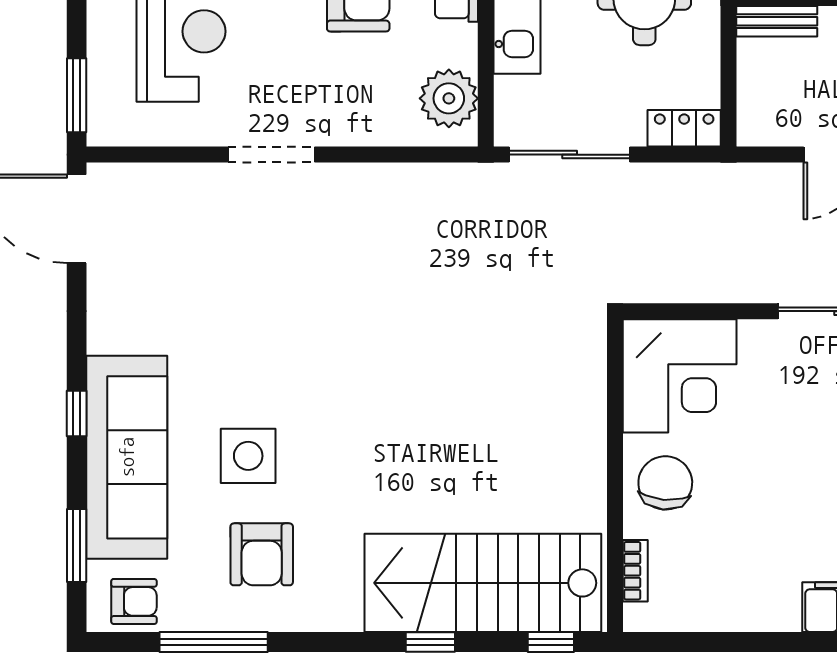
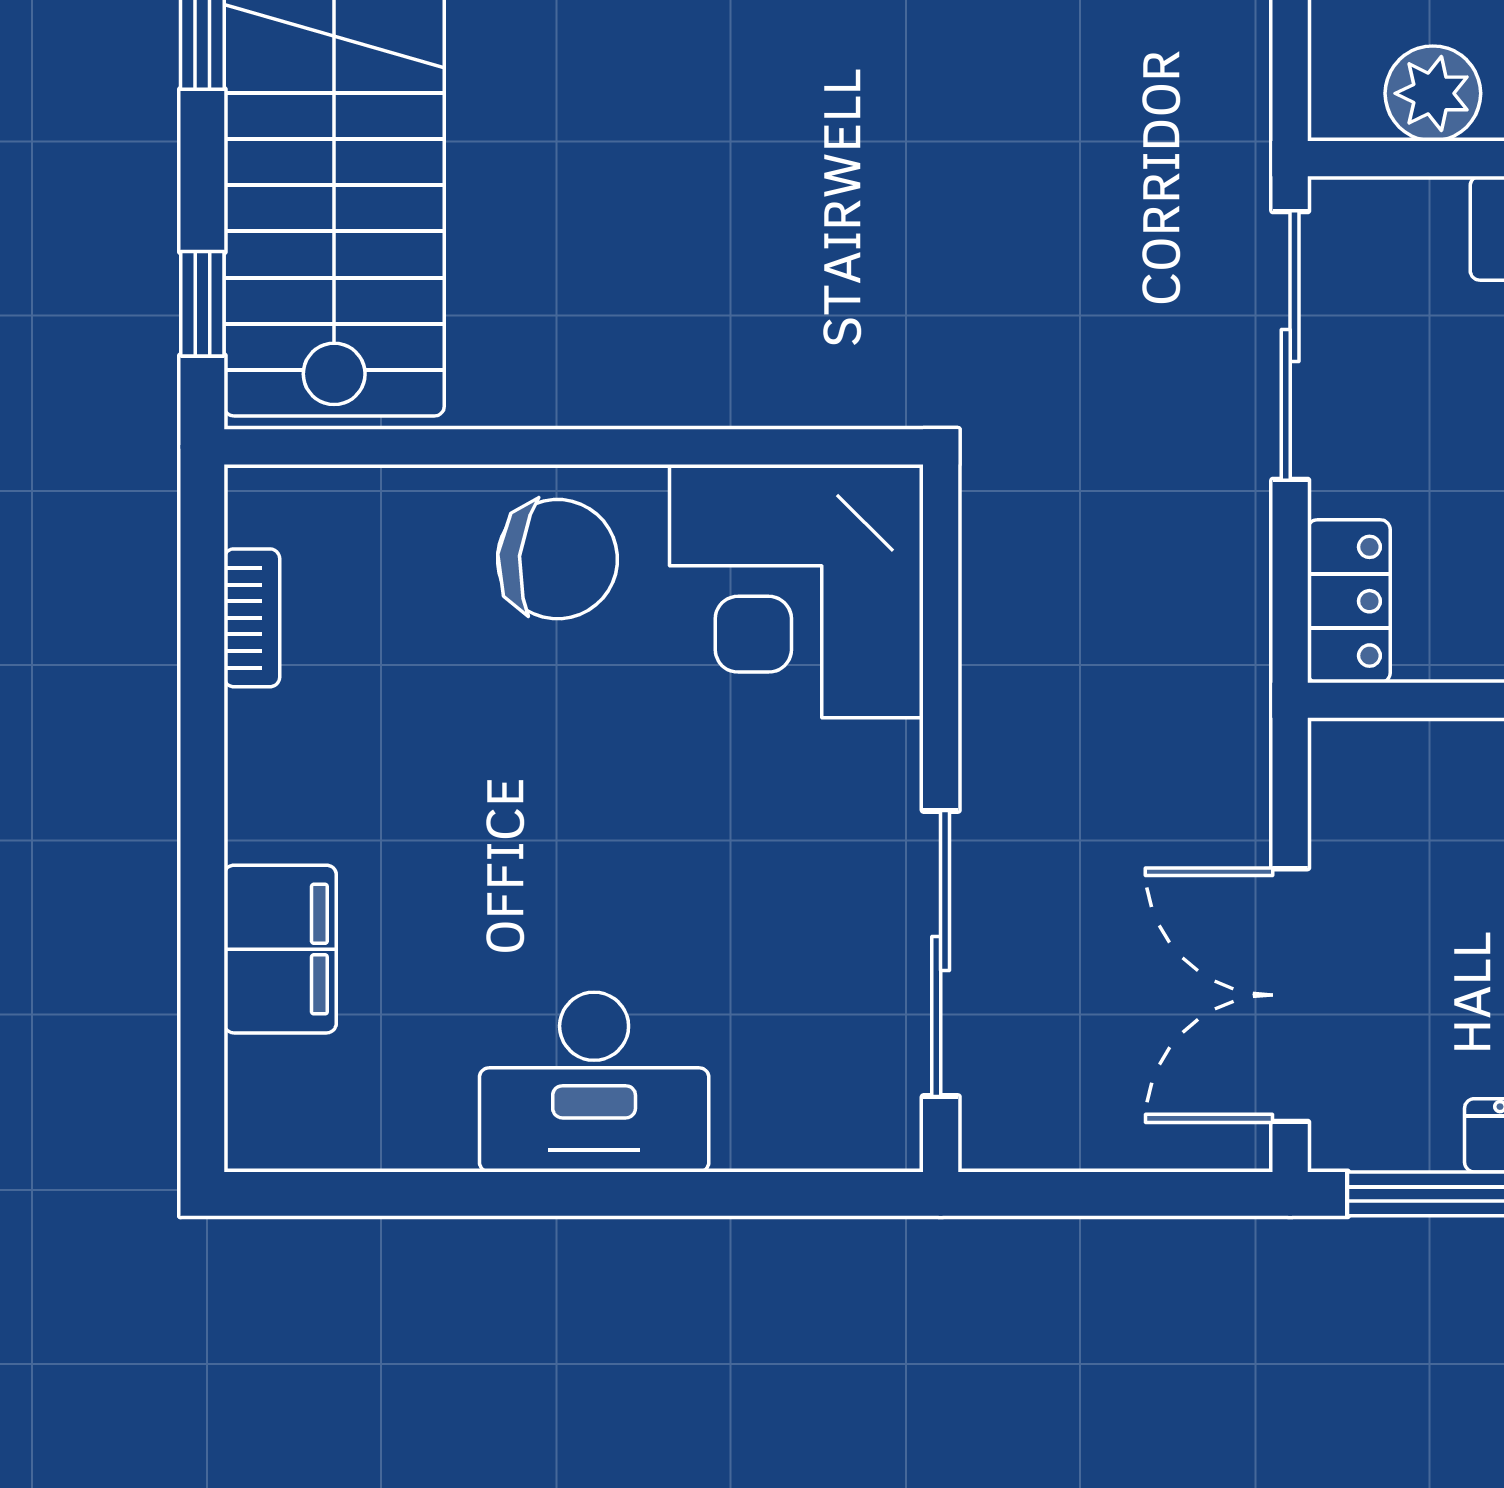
plant: (449, 98) -> (1433, 93), width x0.73, depth x0.73
bookcase: (635, 571) -> (252, 618), moved, turned -90

